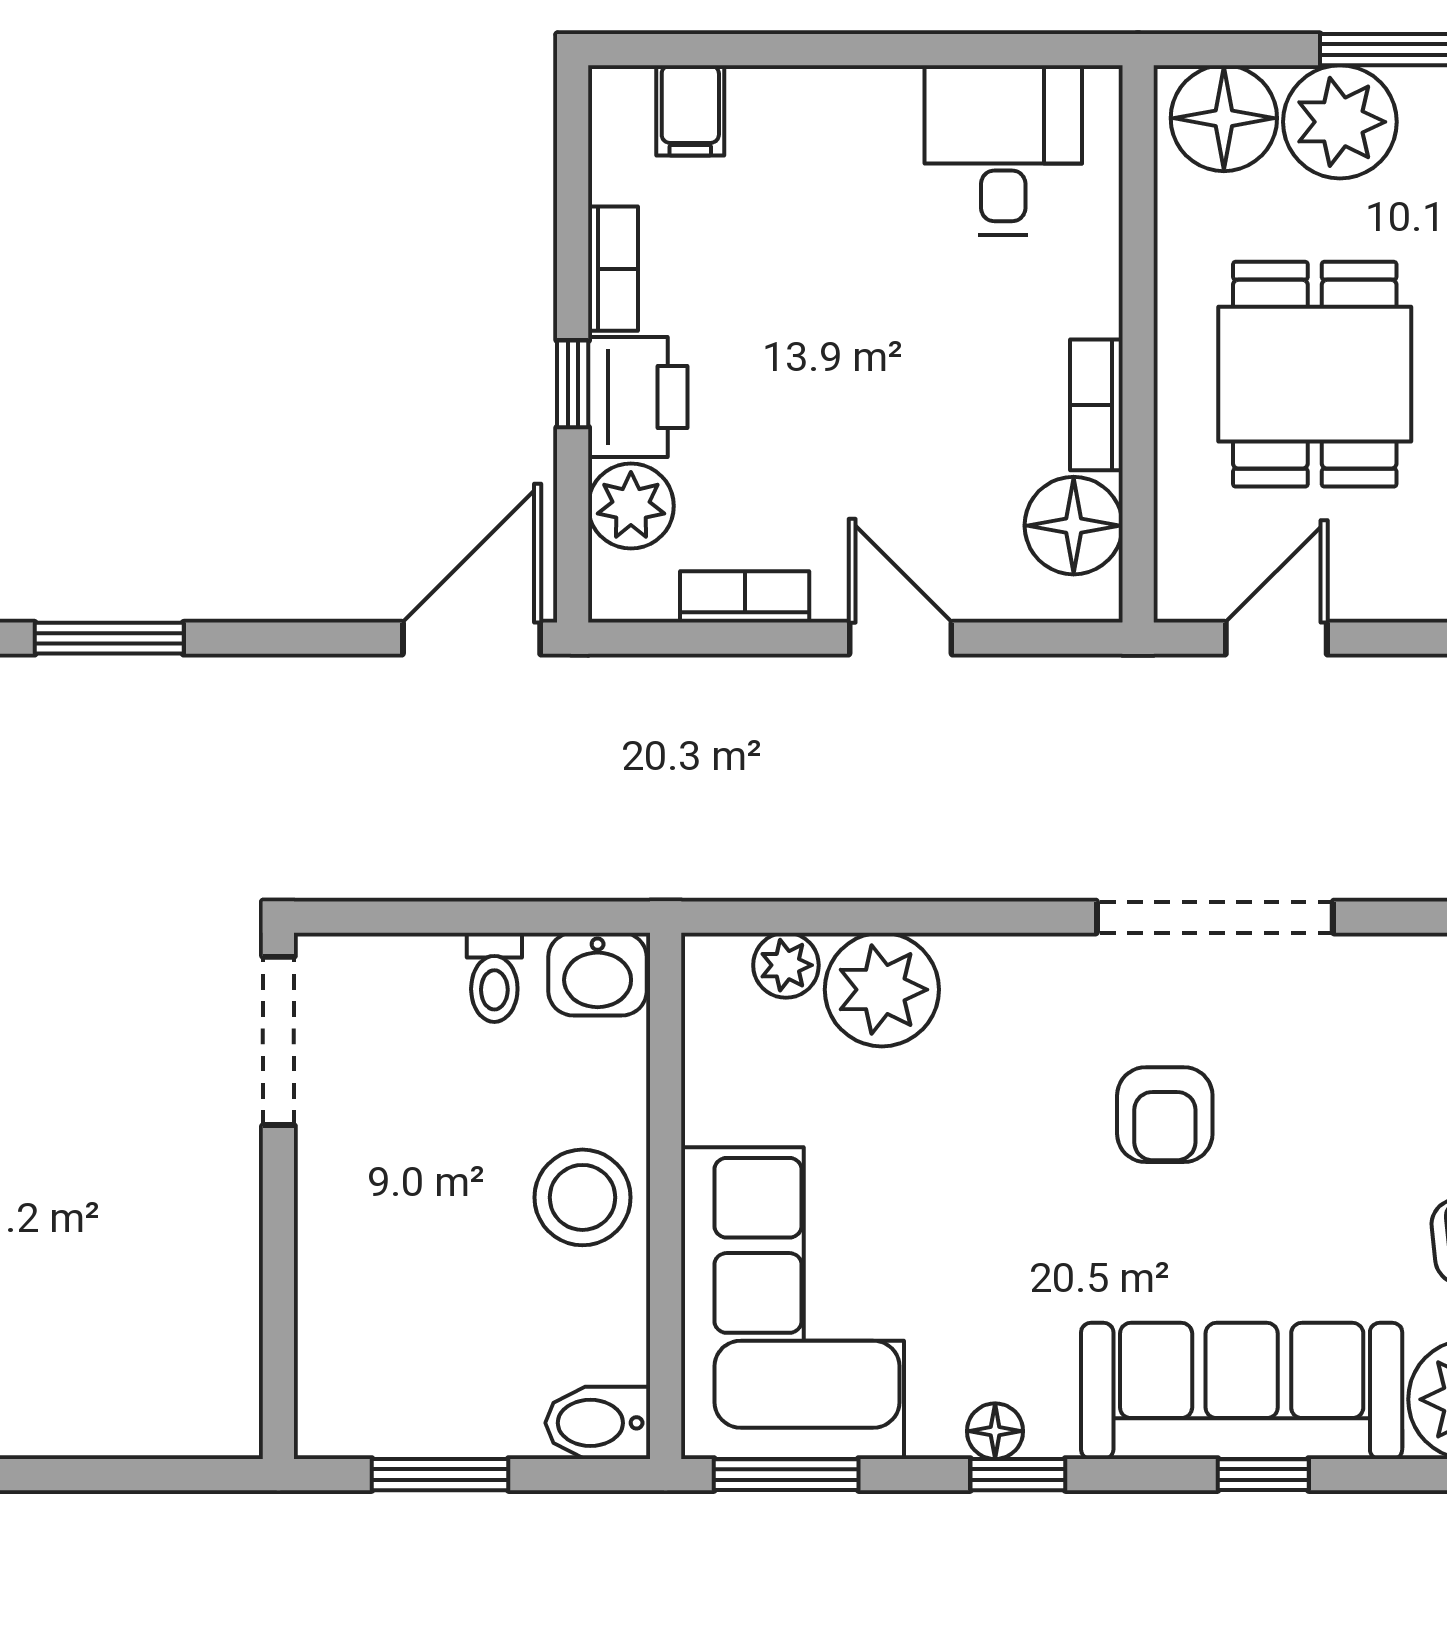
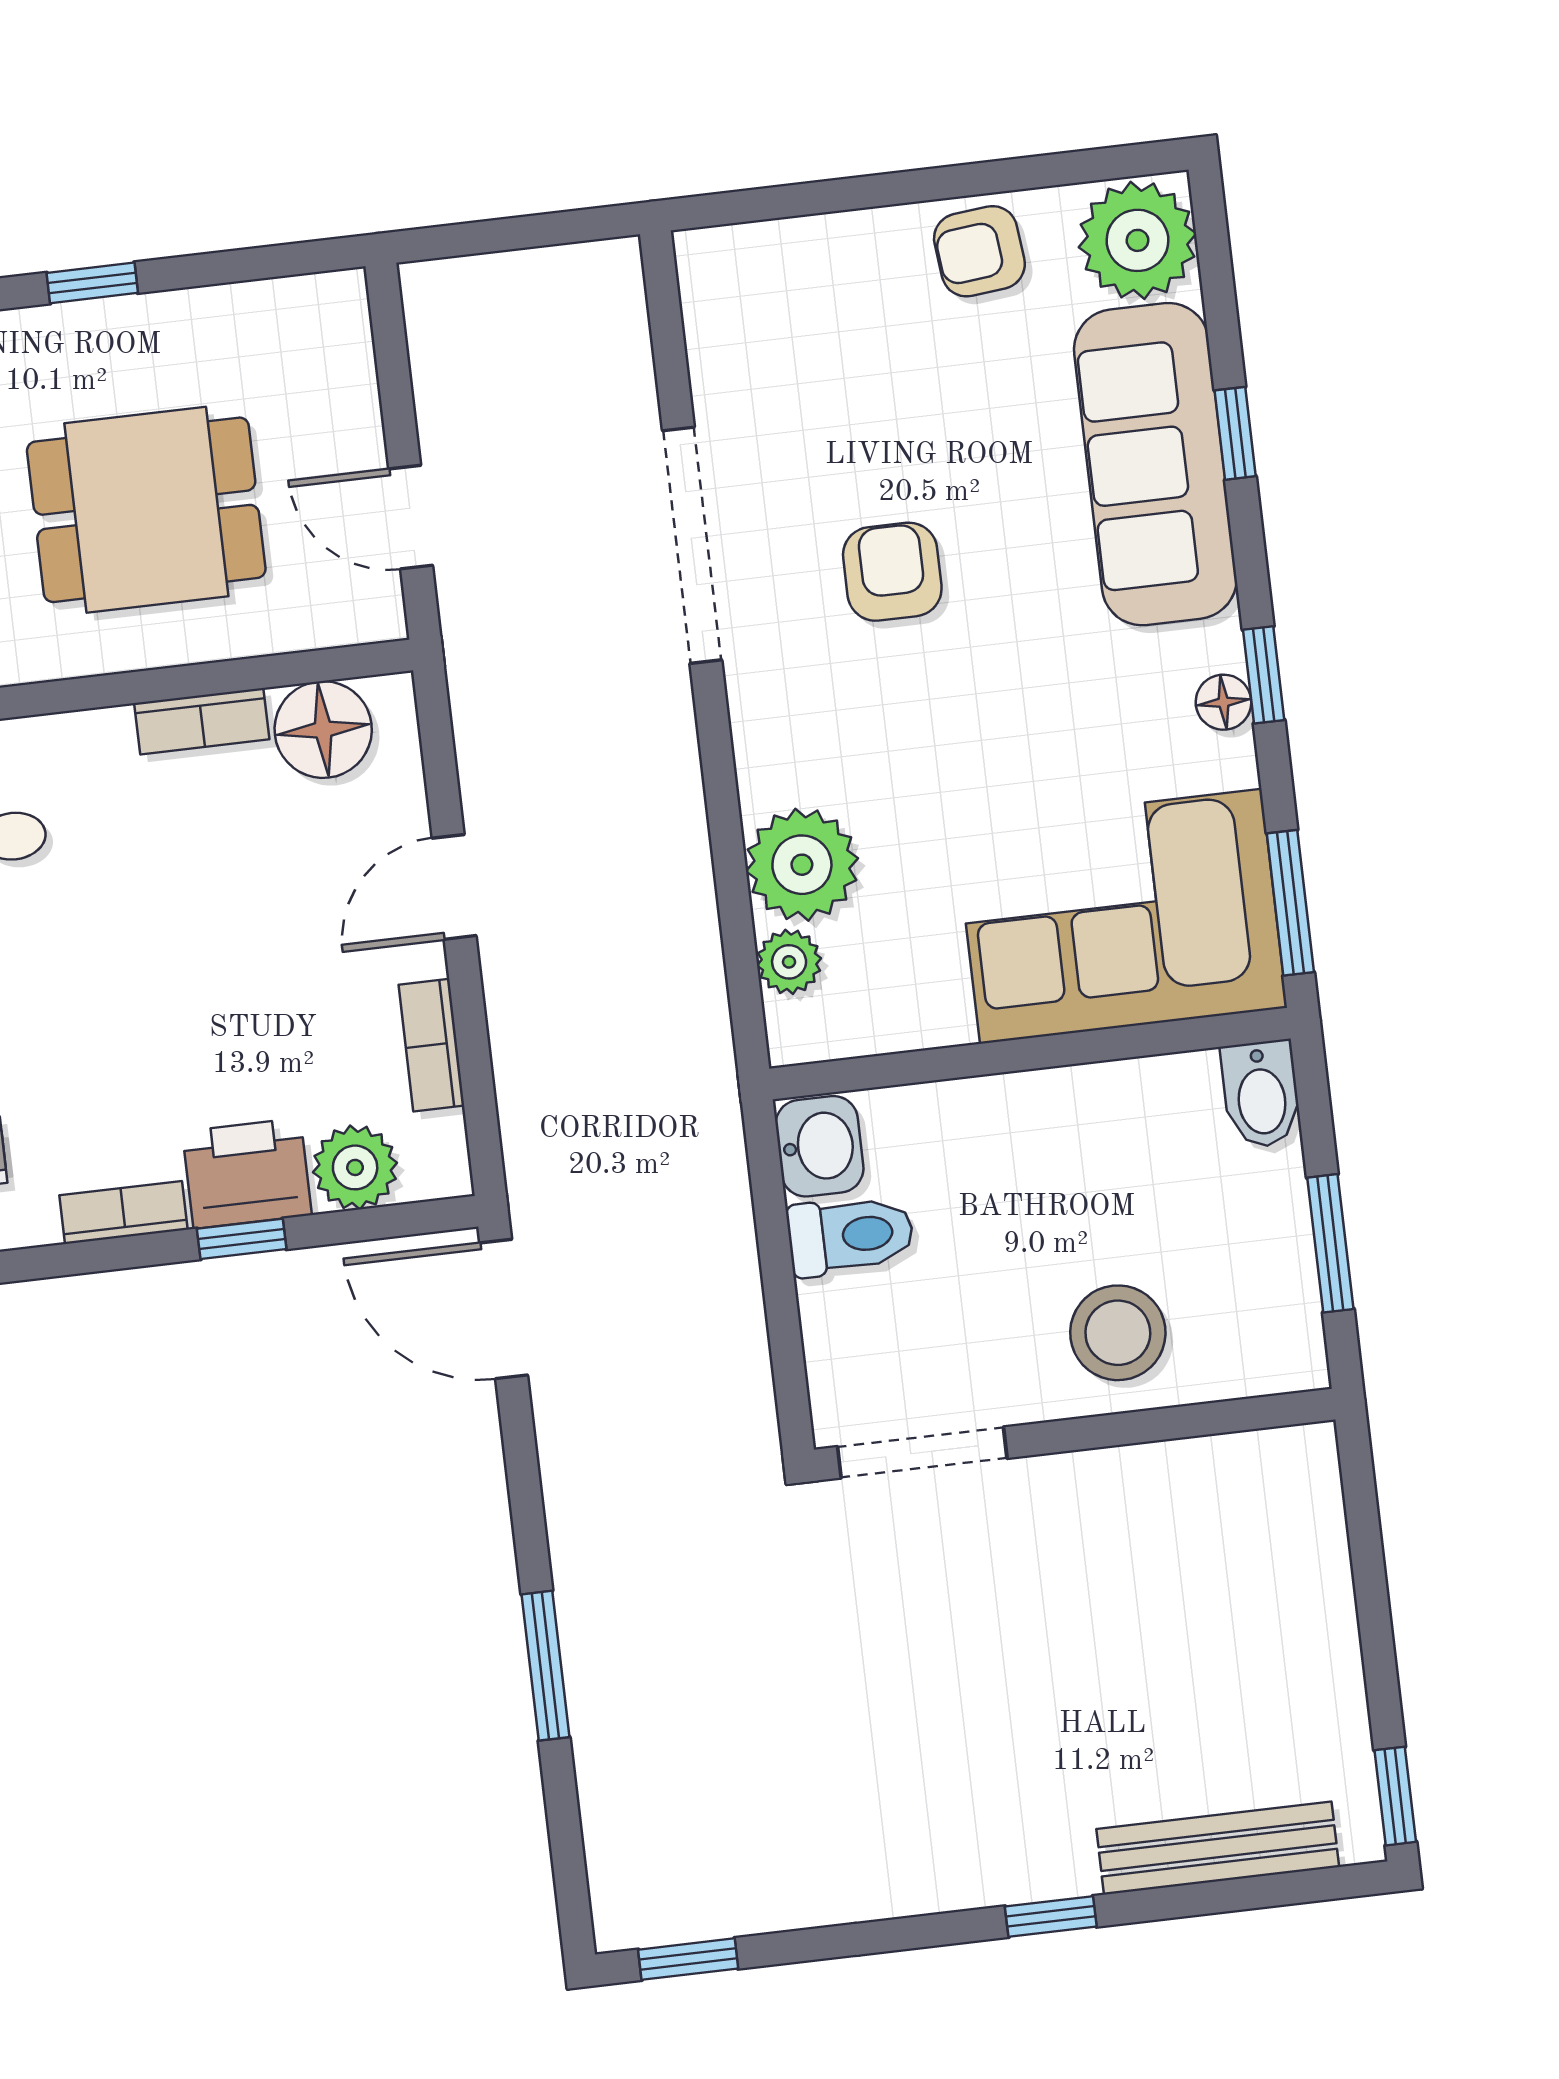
toilet: (494, 977) -> (850, 1235), width x1.37, depth x1.39
armchair: (1165, 1115) -> (892, 572), turned -90
stool: (582, 1197) -> (1118, 1333), moved

